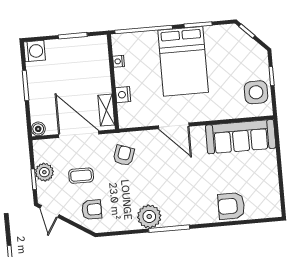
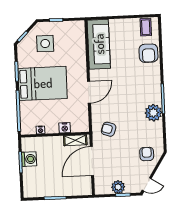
washing machine: (34, 51) -> (29, 159), moved, turned 90
side table: (256, 92) -> (45, 44), moved
boiler: (38, 129) -> (87, 190), removed
coffee table: (81, 176) -> (146, 27), moved

